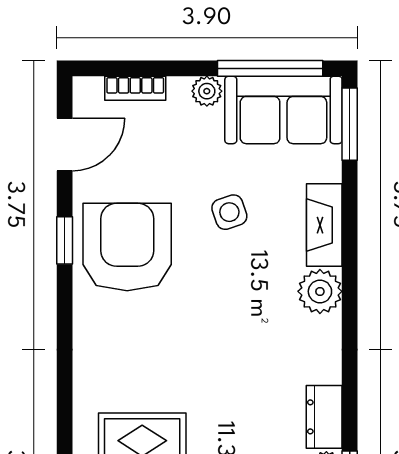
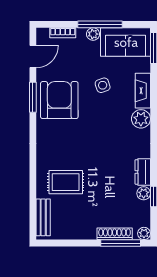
window: (270, 68) -> (100, 24), moved
window: (65, 240) -> (33, 97), width x1.50

